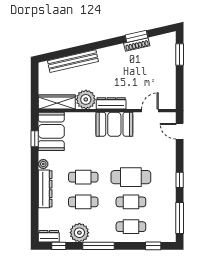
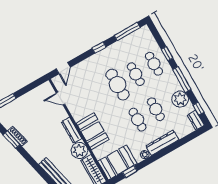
booth: (114, 124) -> (93, 131), moved
window: (153, 246) -> (167, 54), moved

